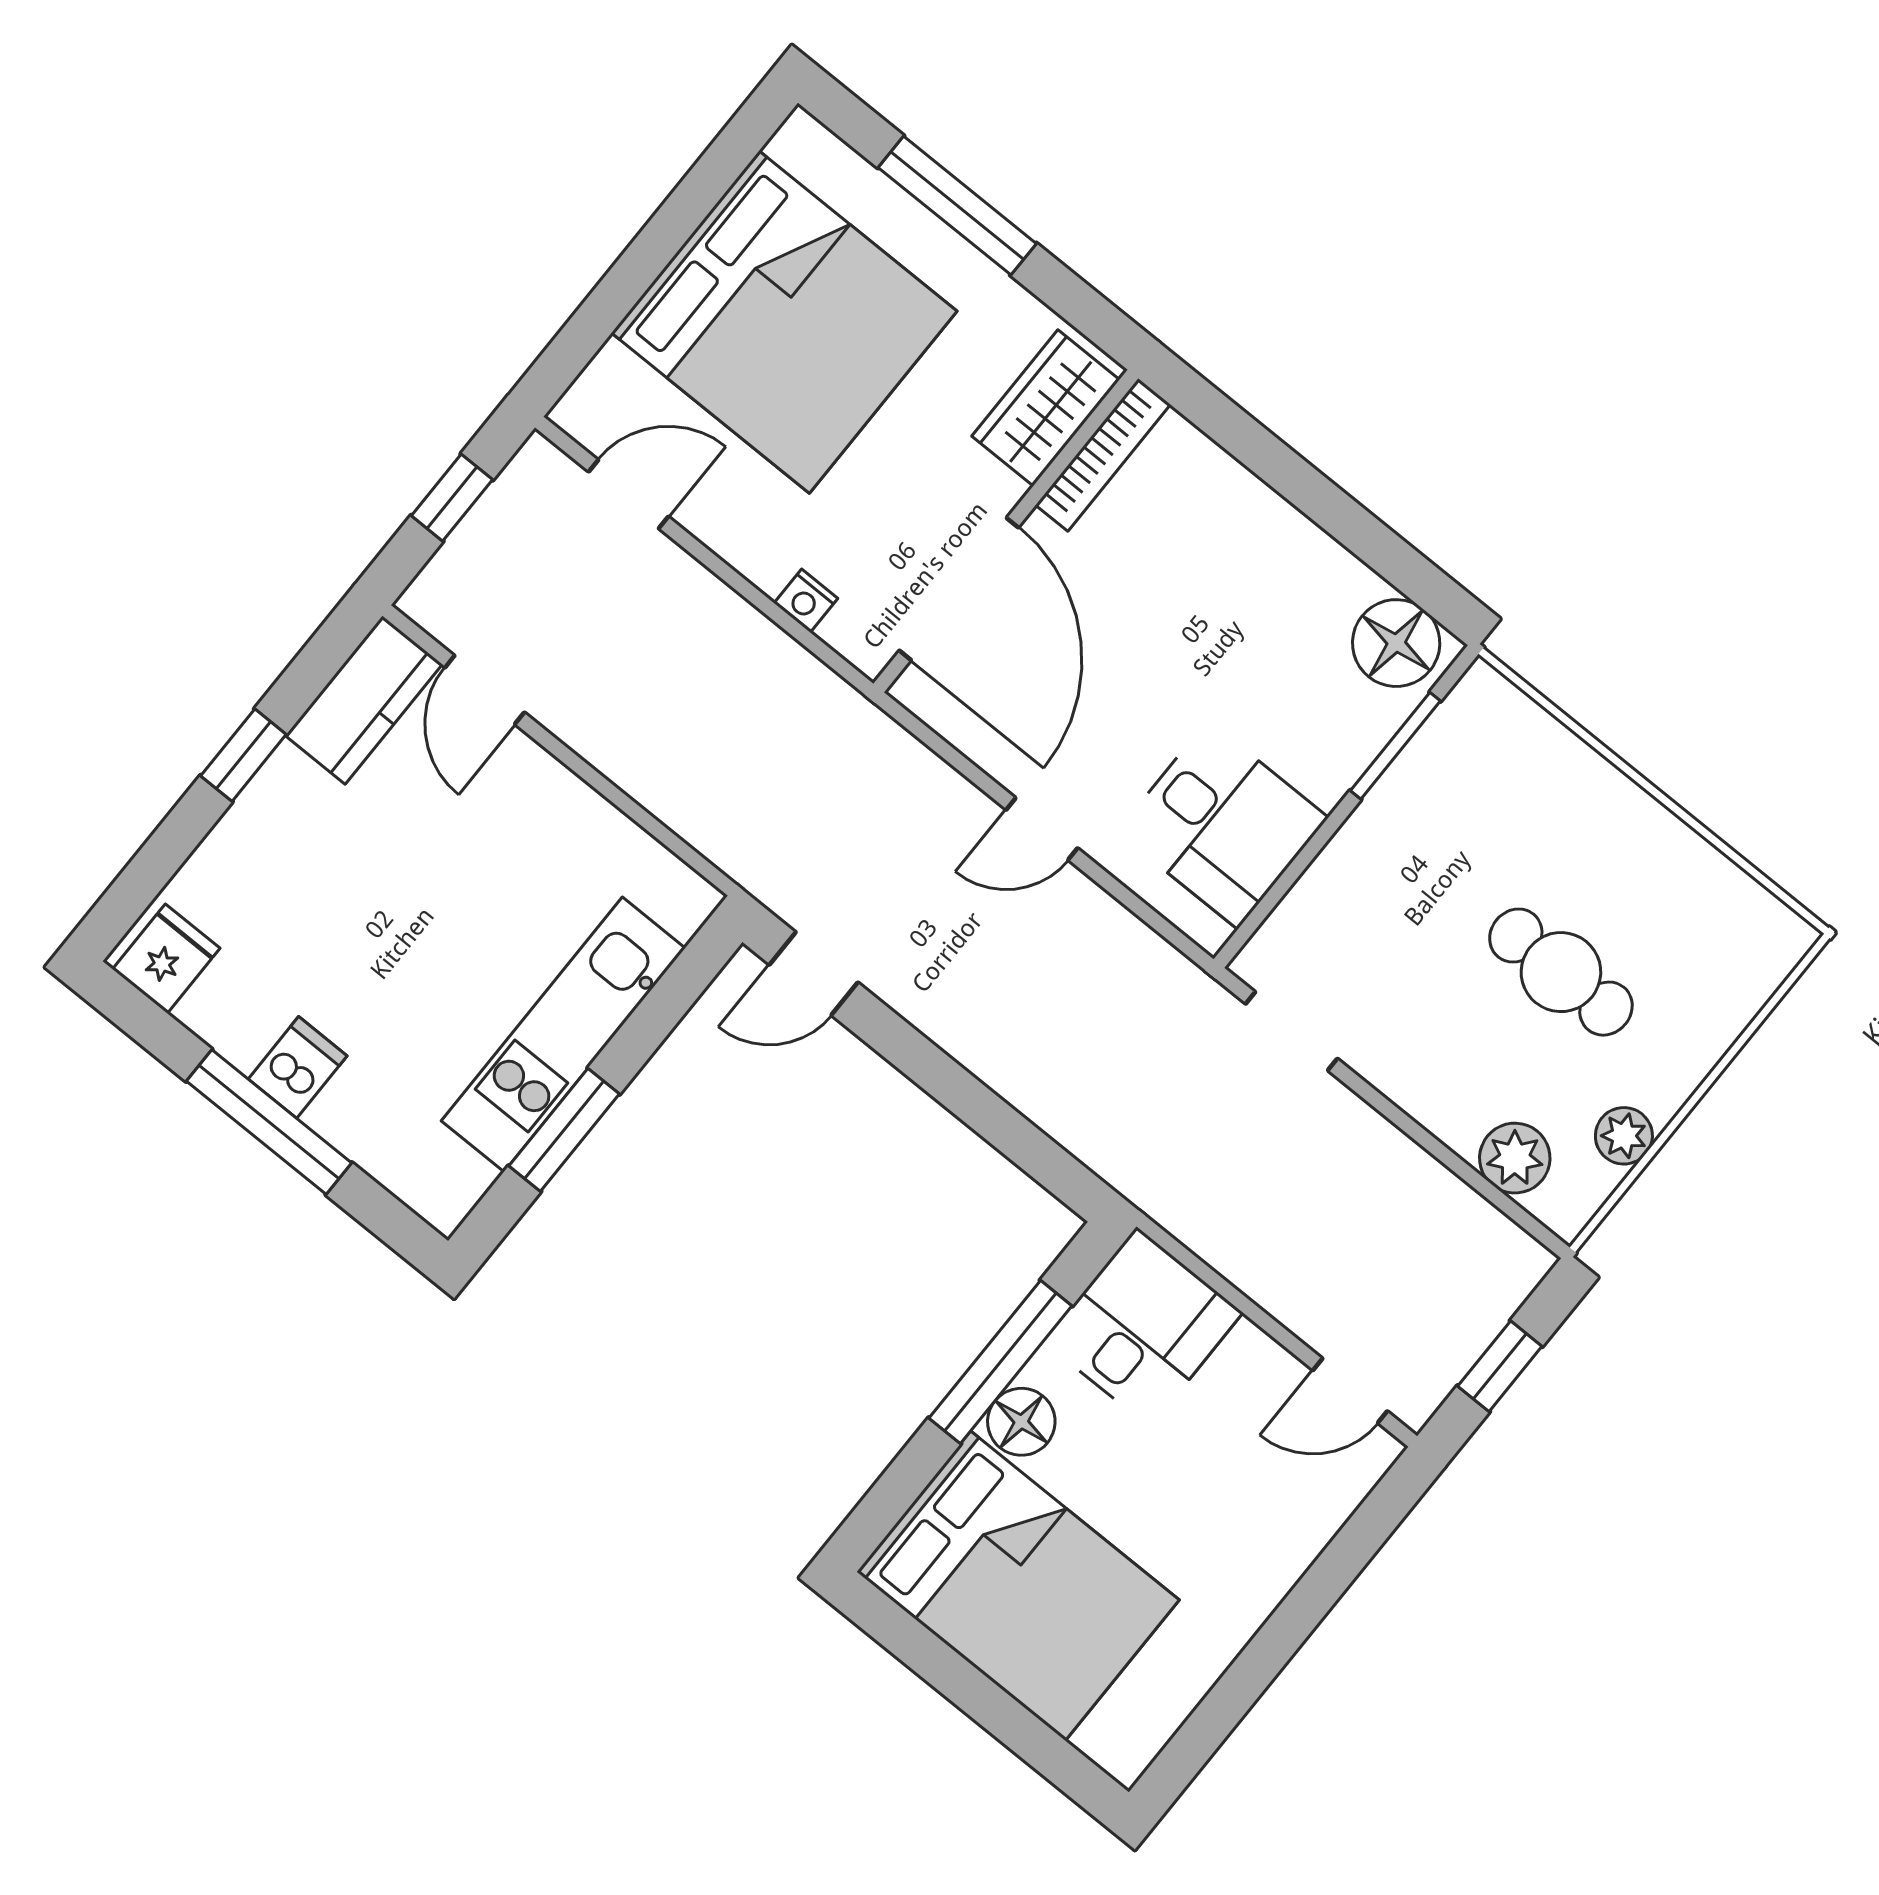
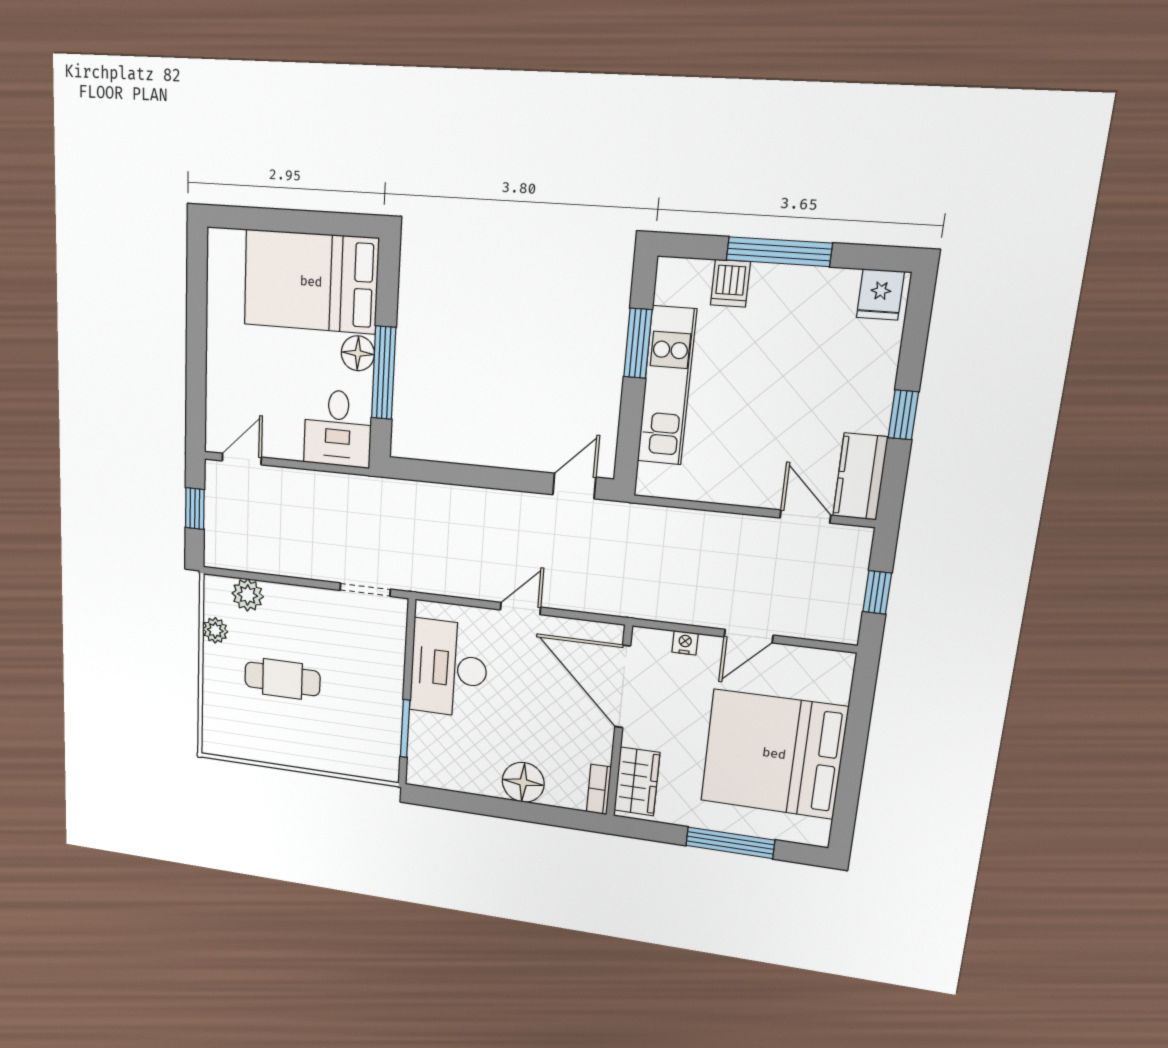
bookcase: (1103, 455) -> (599, 789), width x0.64
door: (628, 494) -> (749, 636), moved
floor lamp: (1396, 643) -> (523, 782), moved
desk: (1223, 825) -> (449, 668), width x1.37
dishwasher: (298, 1067) -> (730, 283), moved

